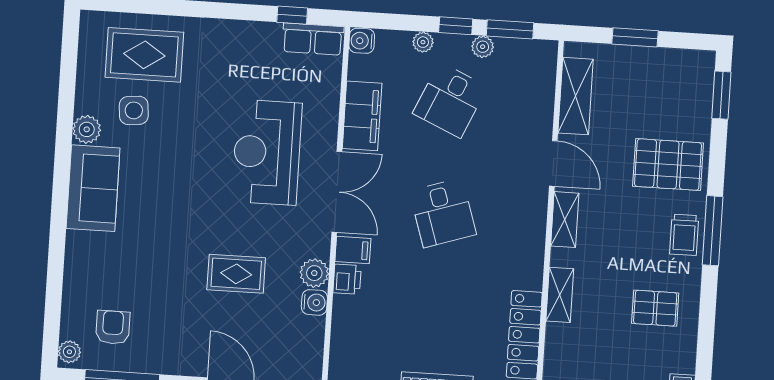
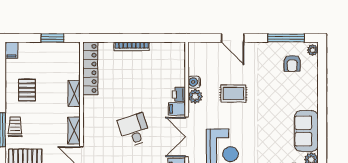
pallet: (655, 308) -> (27, 90), turned 90

